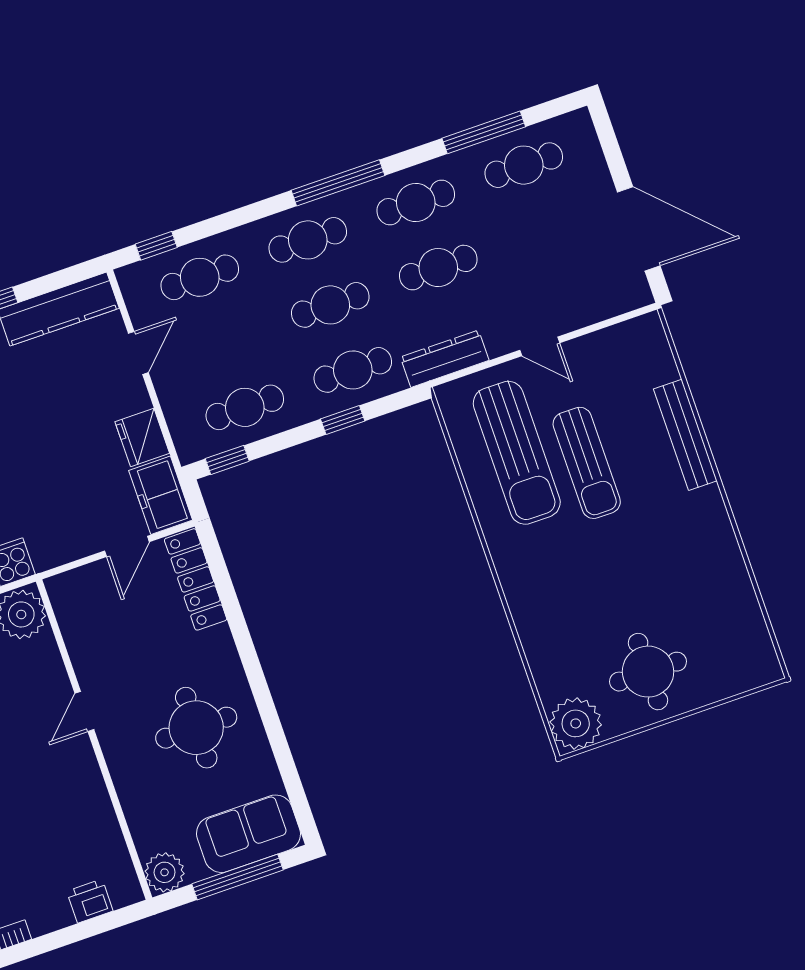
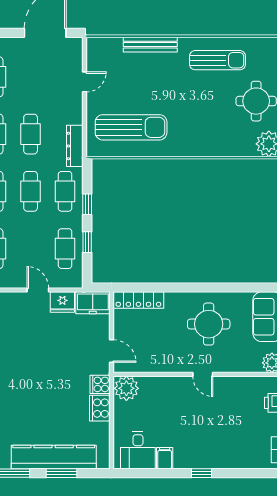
door: (540, 346) -> (85, 82), moved
door: (138, 353) -> (38, 290), moved
window: (227, 460) -> (87, 242), moved
sun lounger: (587, 463) -> (218, 60), moved
door: (127, 546) -> (112, 351), moved
door: (84, 711) -> (203, 374), moved

